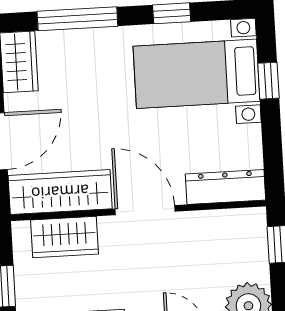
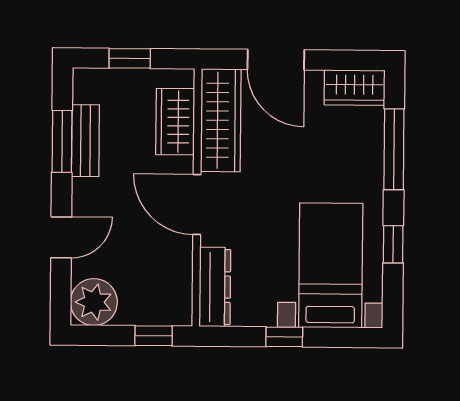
window: (268, 81) -> (284, 337), moved
door: (145, 210) -> (197, 204), swing flipped

